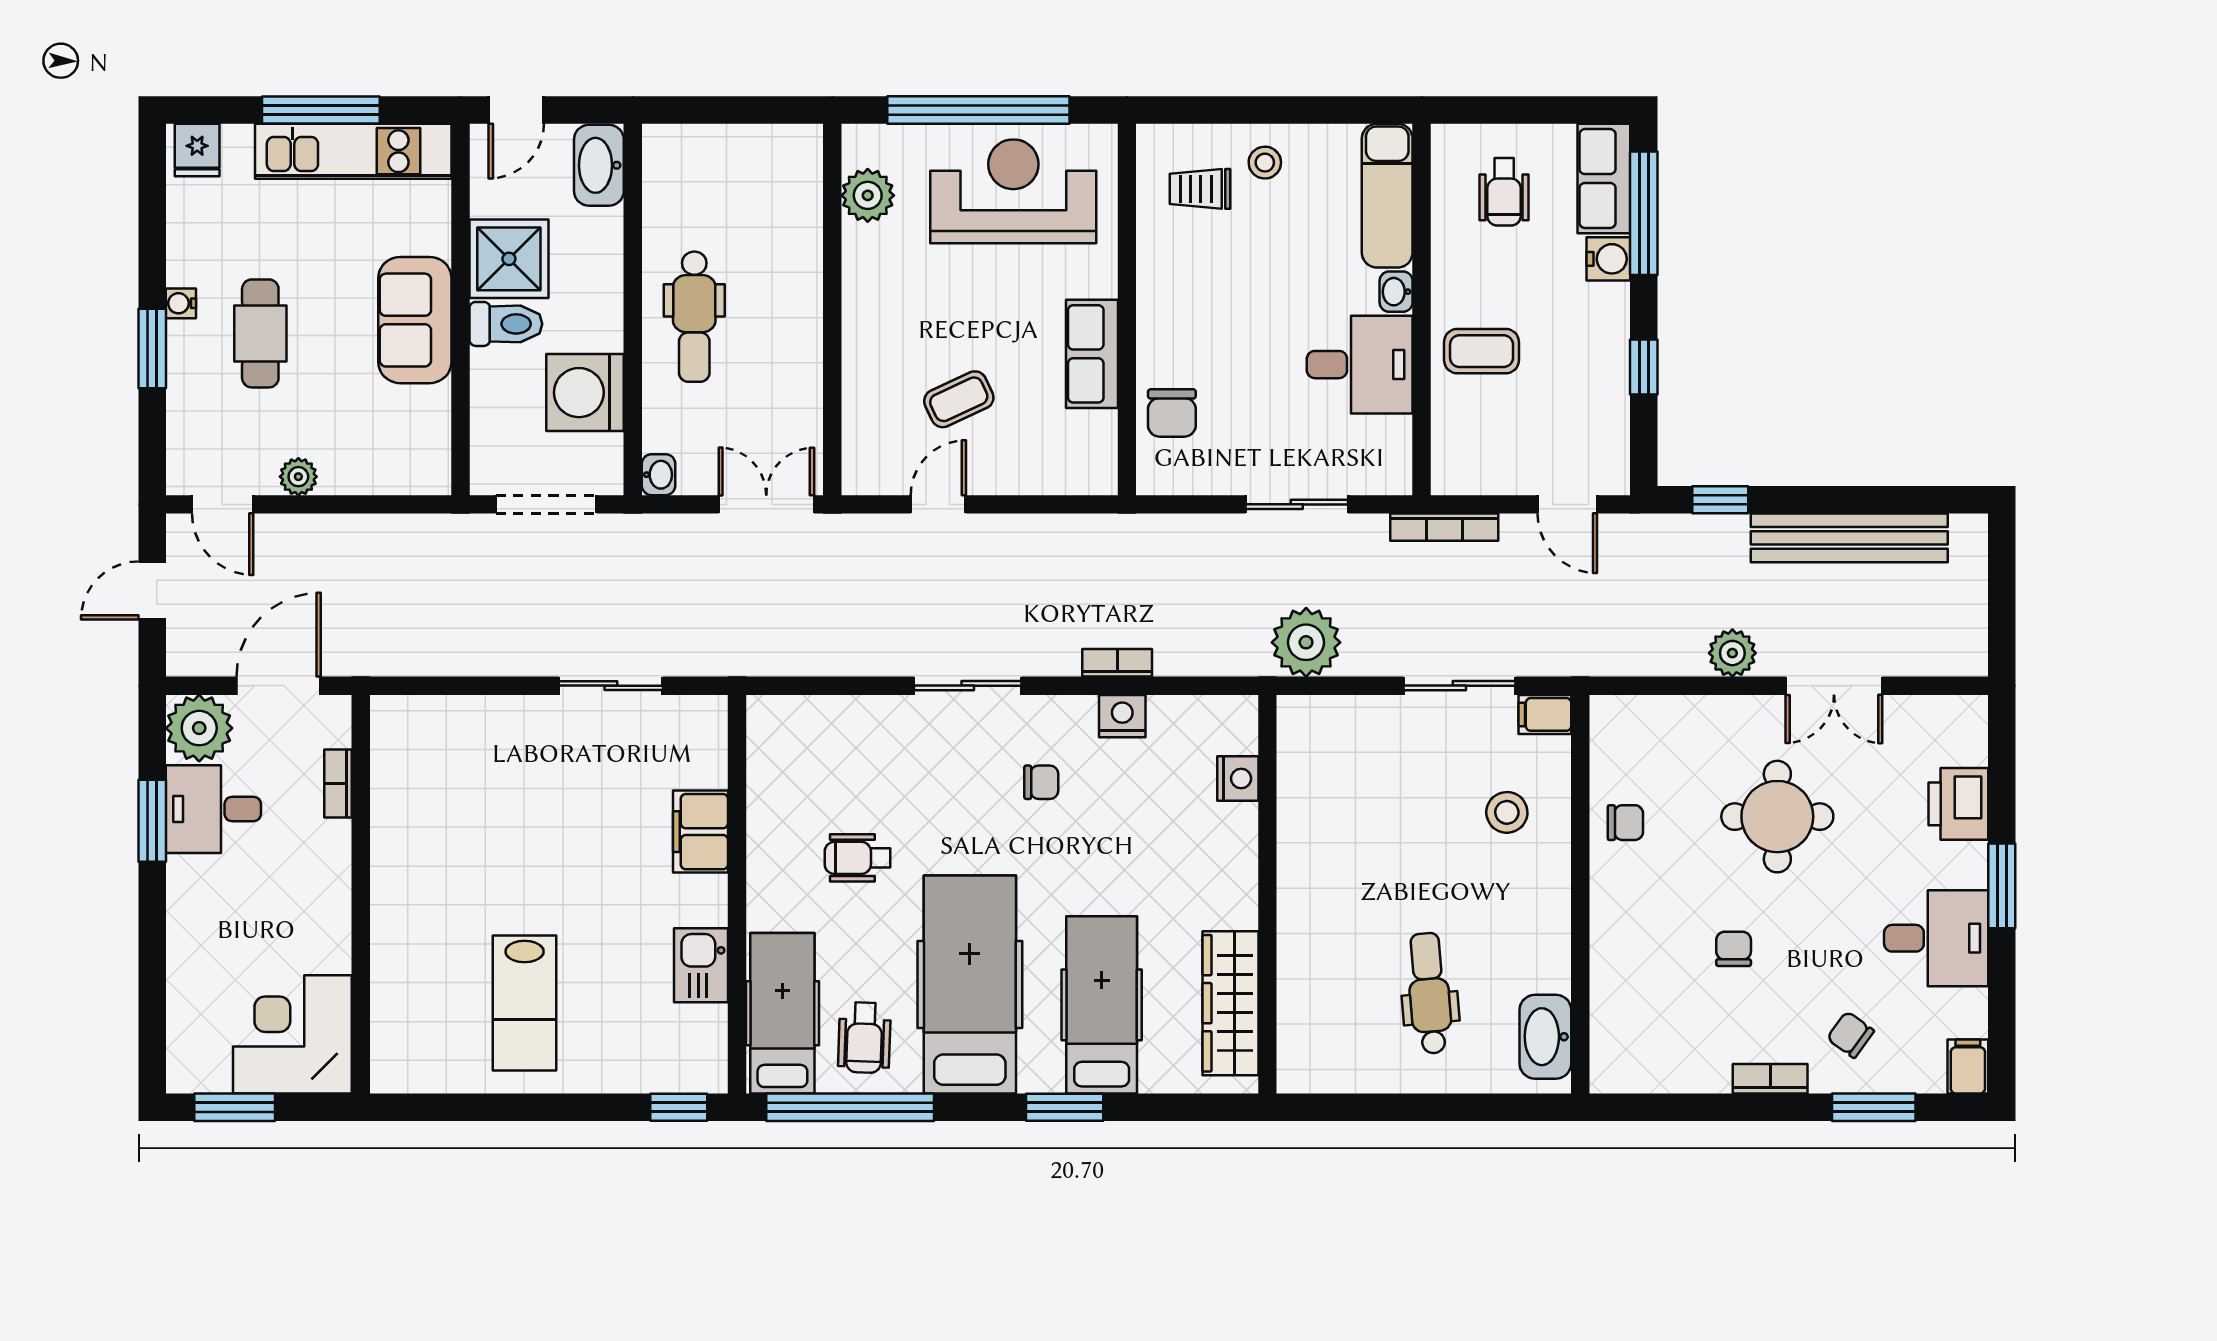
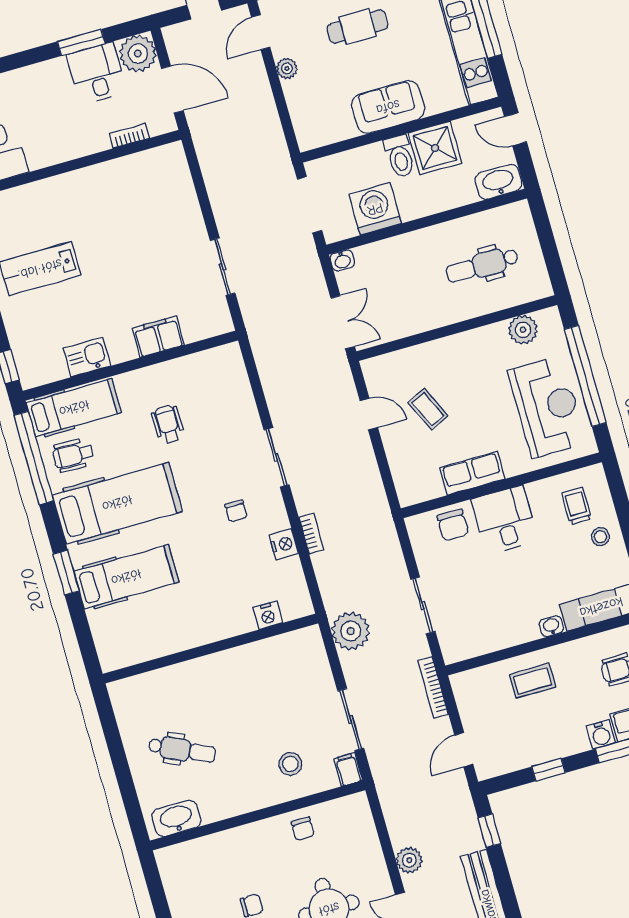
dental chair: (694, 317) -> (482, 265), moved
coffee table: (1482, 351) -> (533, 681), turned 90
desk: (1360, 365) -> (505, 520), moved, turned 180
chair: (1172, 413) -> (453, 525), turned -90
dental chair: (1429, 993) -> (182, 750), turned 30
wardrobe: (1230, 1003) -> (147, 645), removed

